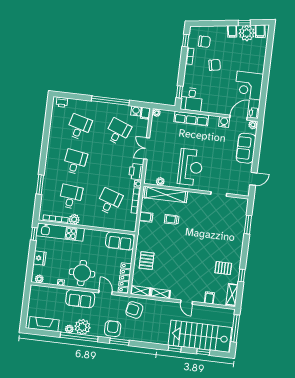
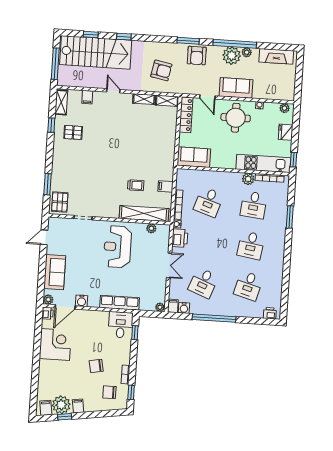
pallet: (147, 261) -> (60, 202), moved
armchair: (134, 310) -> (161, 70), moved

